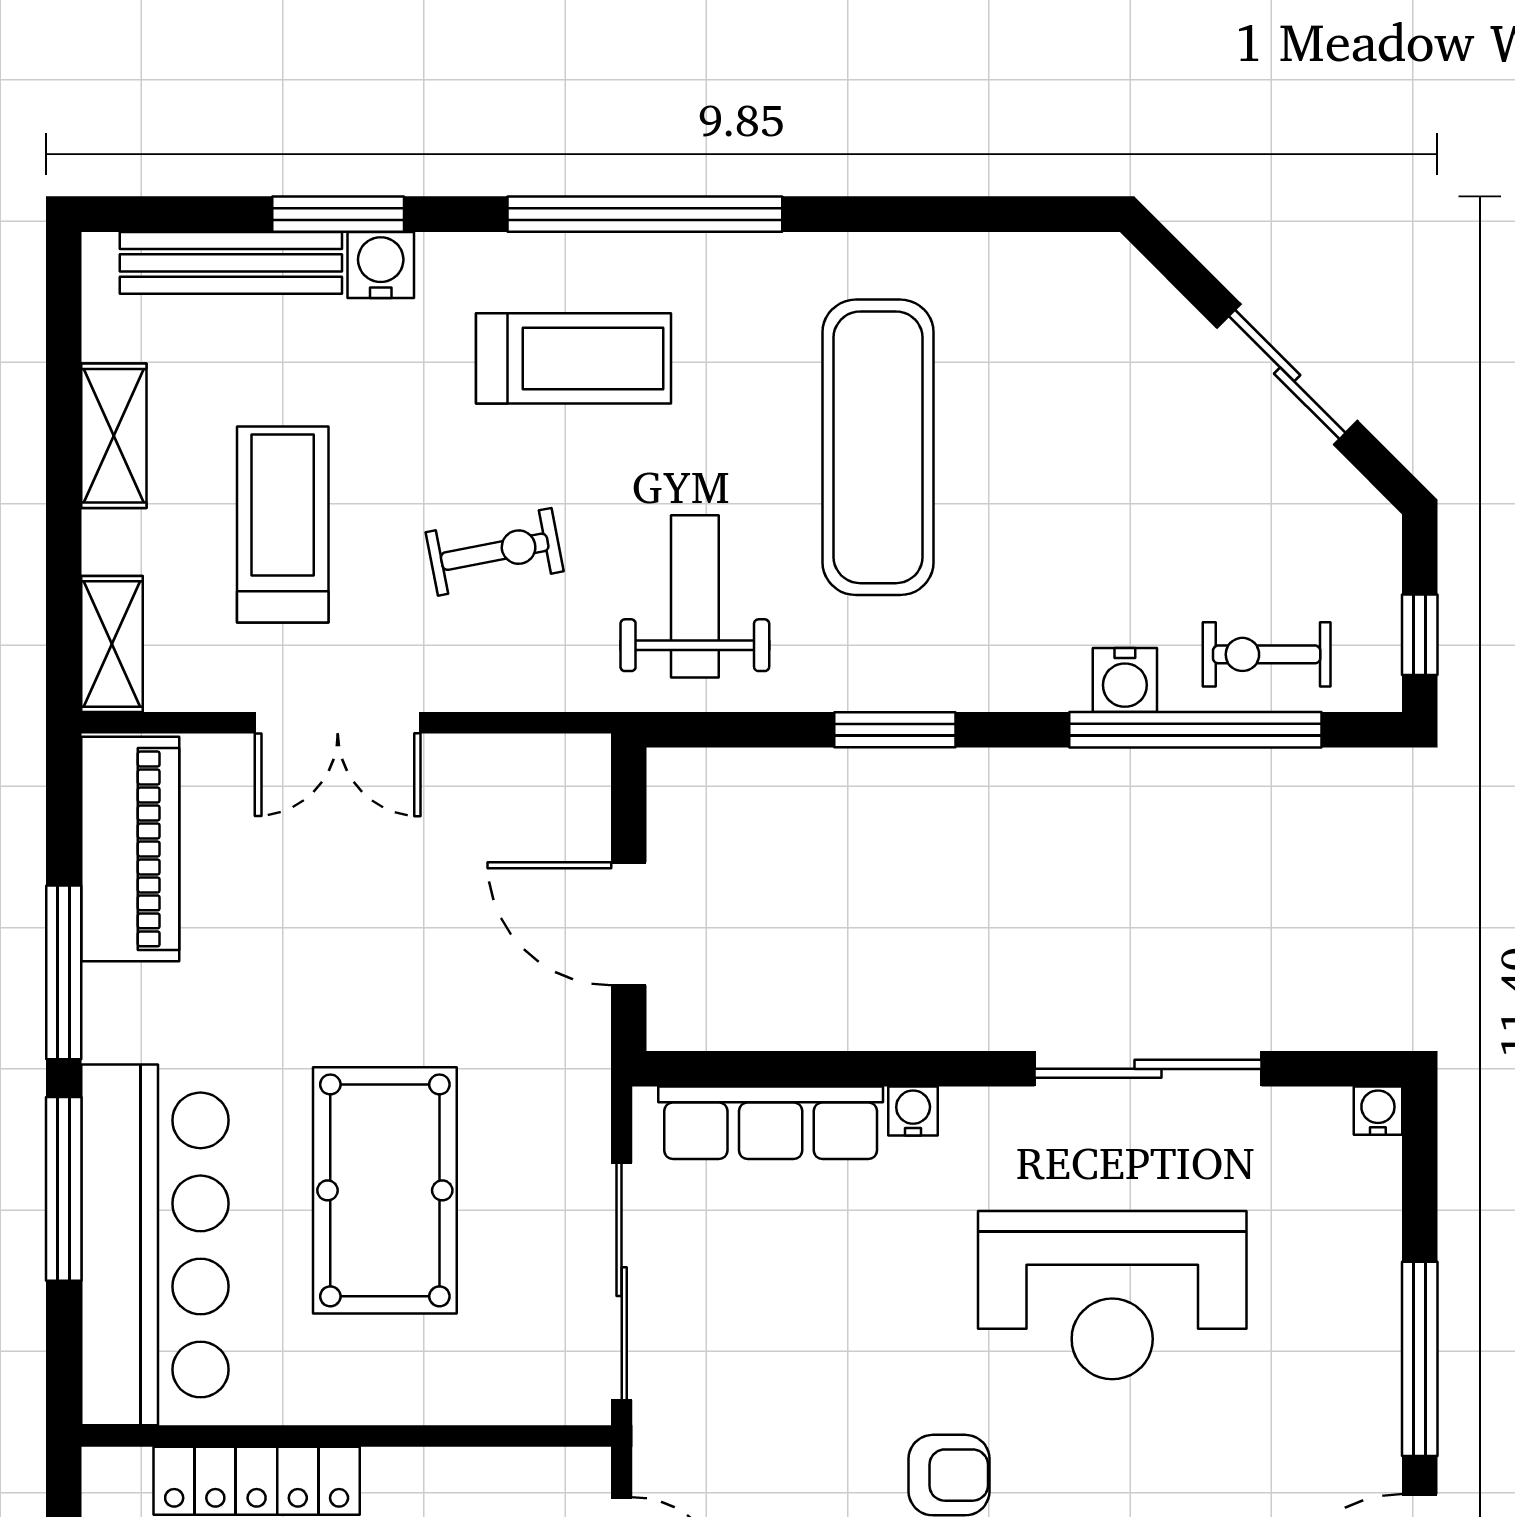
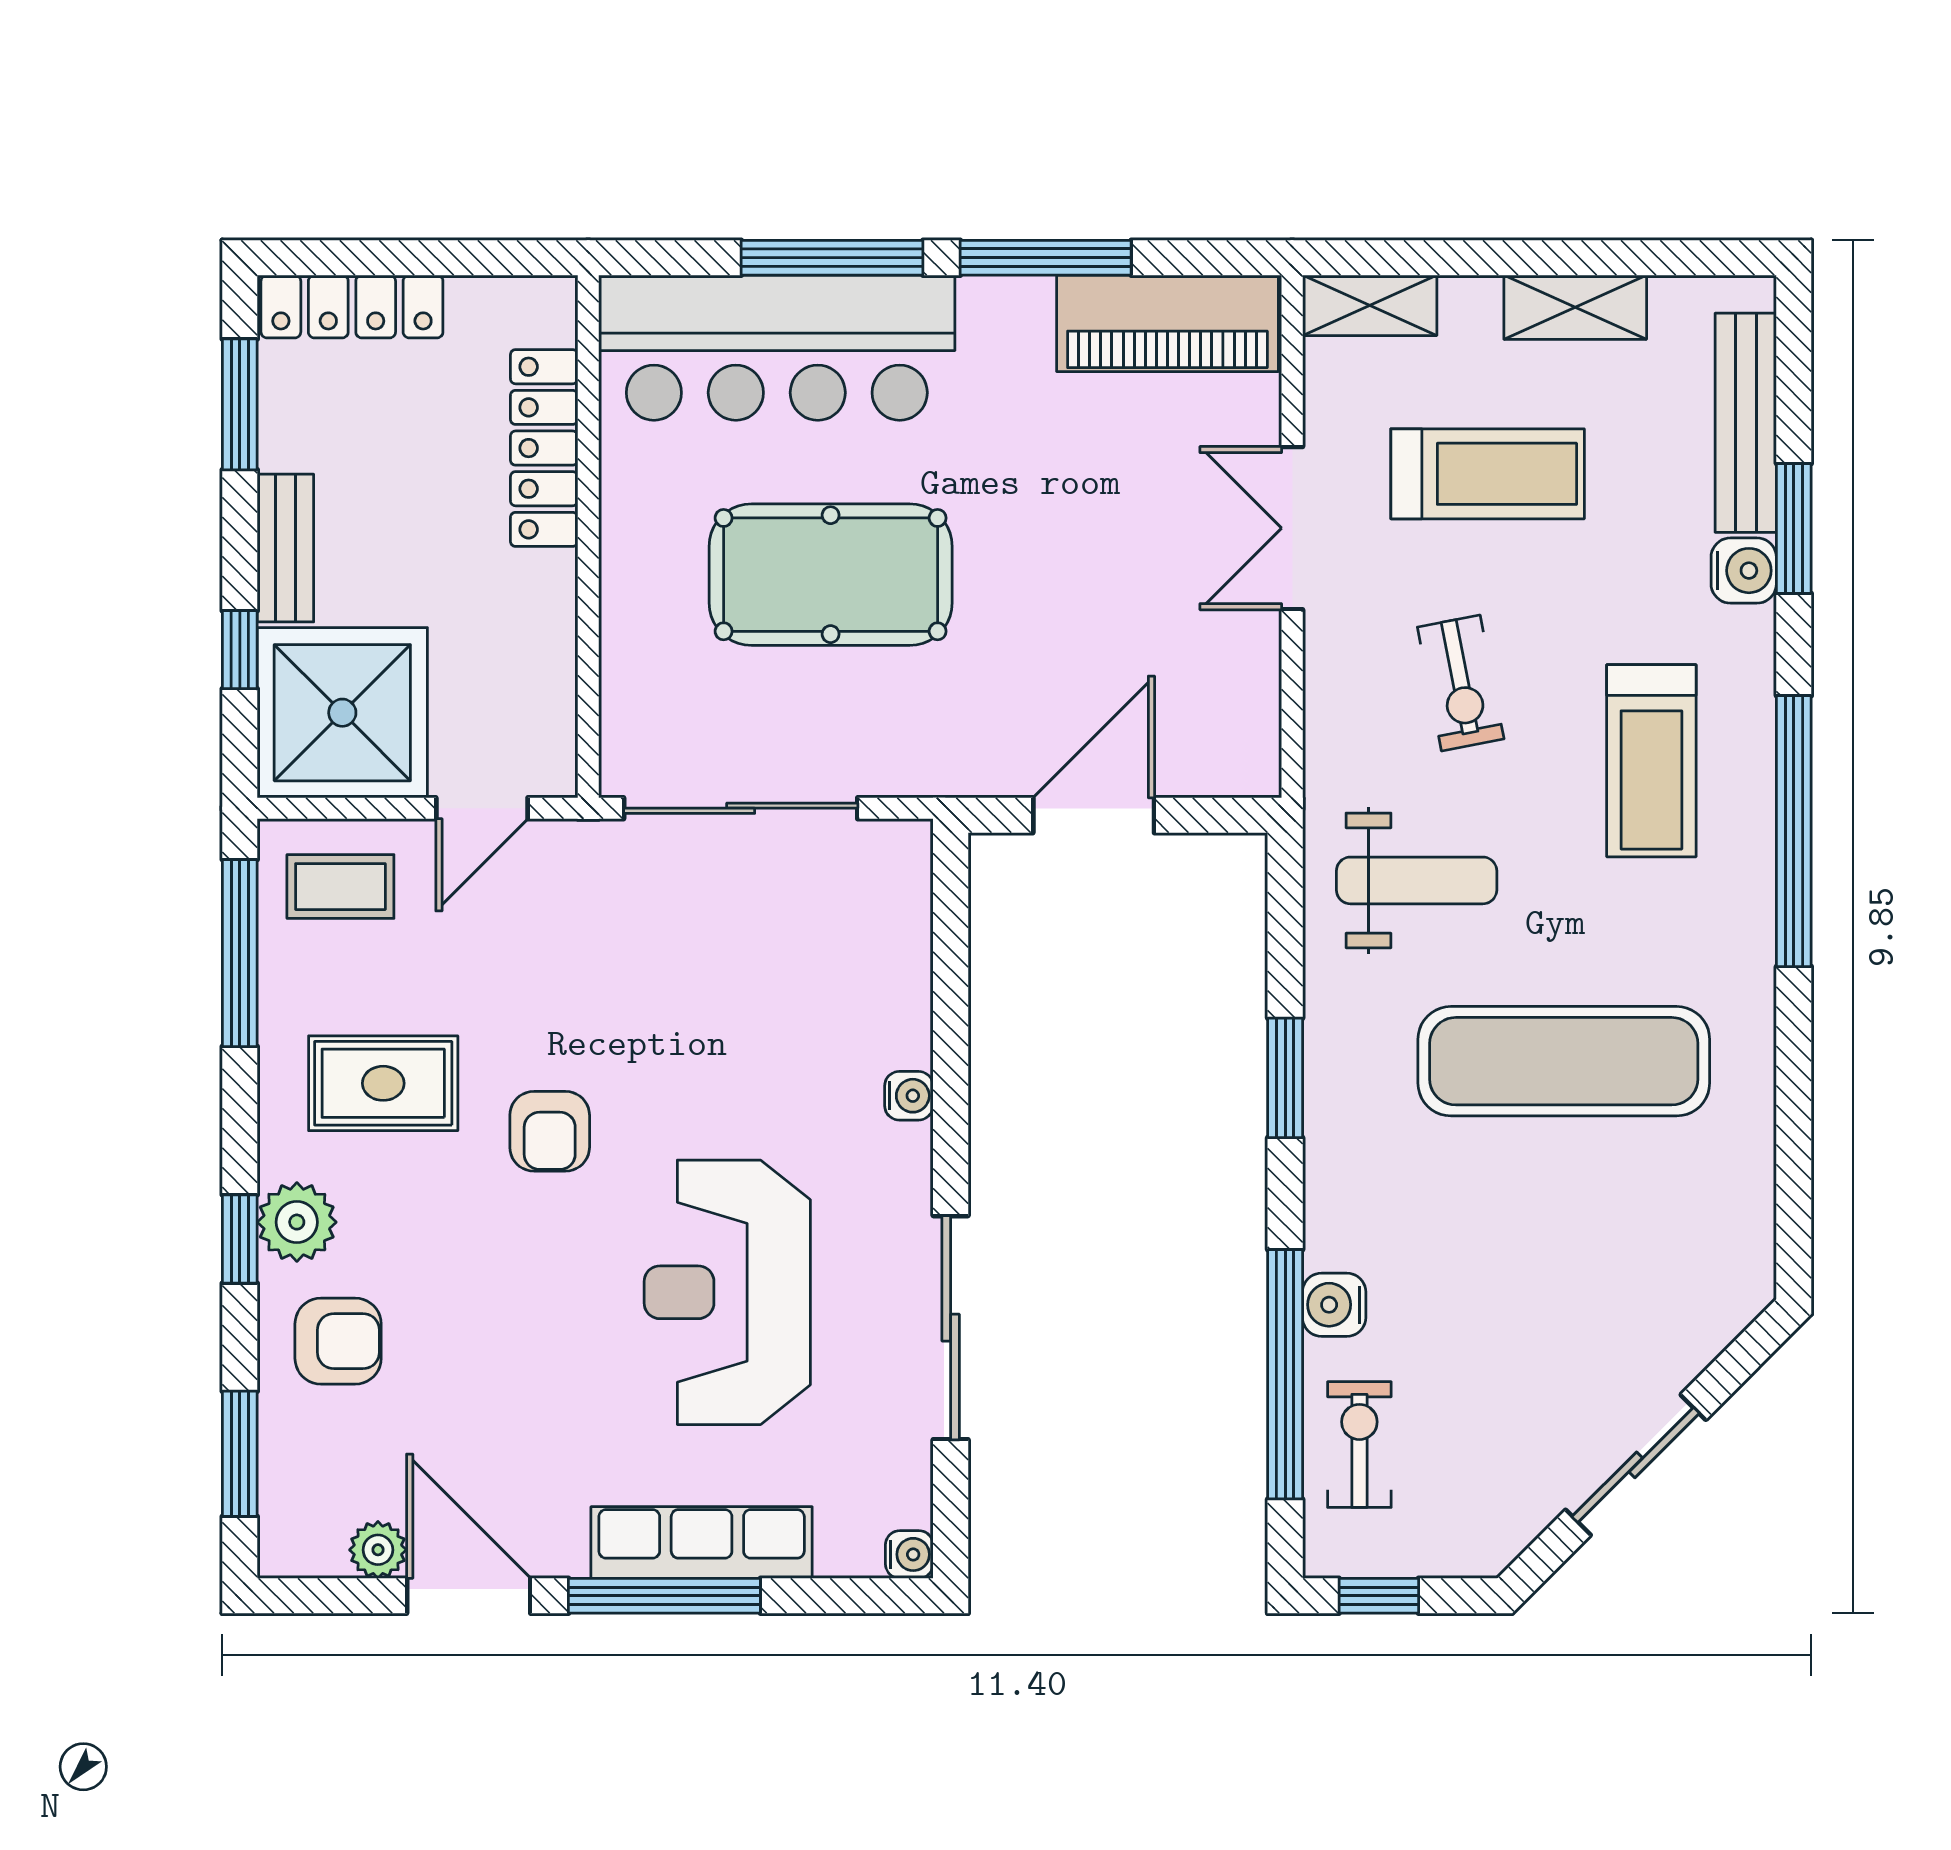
row of seats: (771, 1123) -> (702, 1542), moved, turned 90

